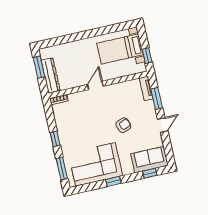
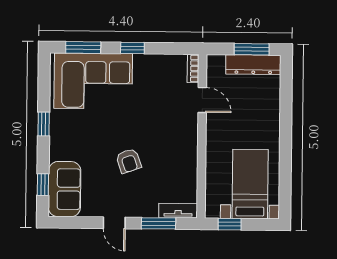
dresser: (50, 75) -> (253, 65), moved
door: (95, 85) -> (202, 100), moved
corner sofa: (95, 164) -> (93, 81), moved, turned 90

